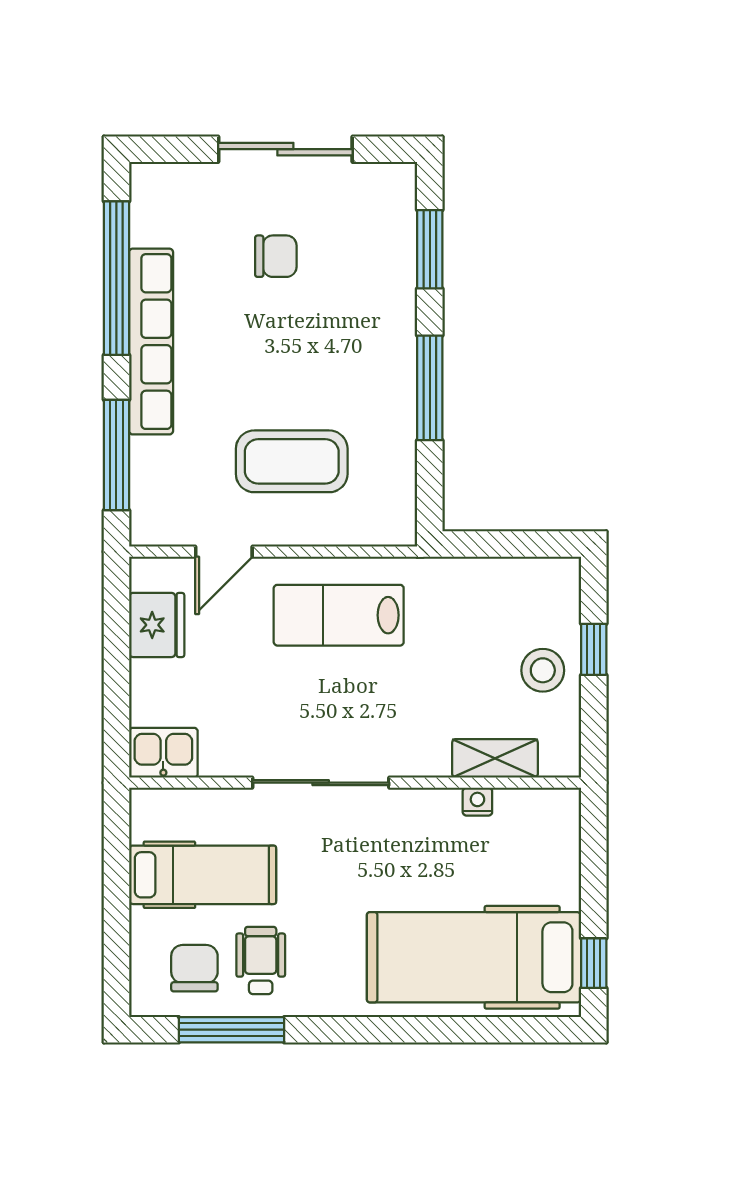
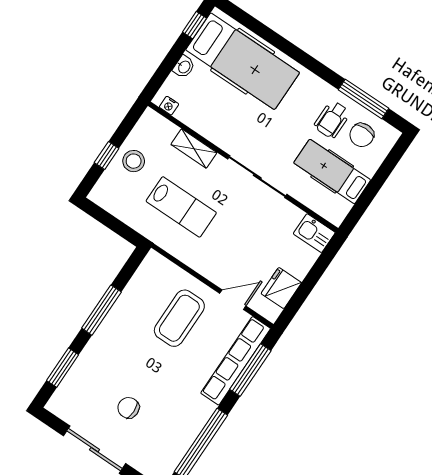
row of seats: (151, 342) -> (236, 361), moved
coffee table: (292, 461) -> (179, 318), turned 90
lab bench: (339, 615) -> (181, 207), moved
shelving: (495, 758) -> (194, 149), moved
nightstand: (477, 802) -> (169, 106), moved
washbasin: (565, 883) -> (184, 67), added

